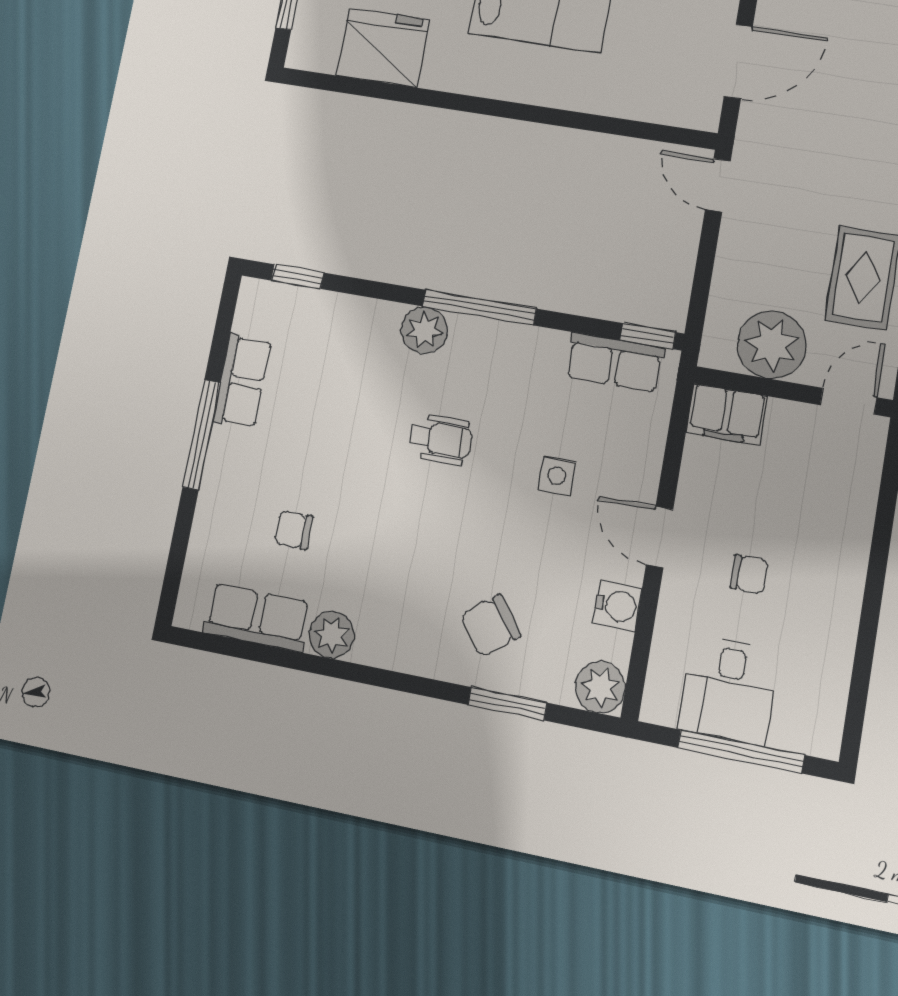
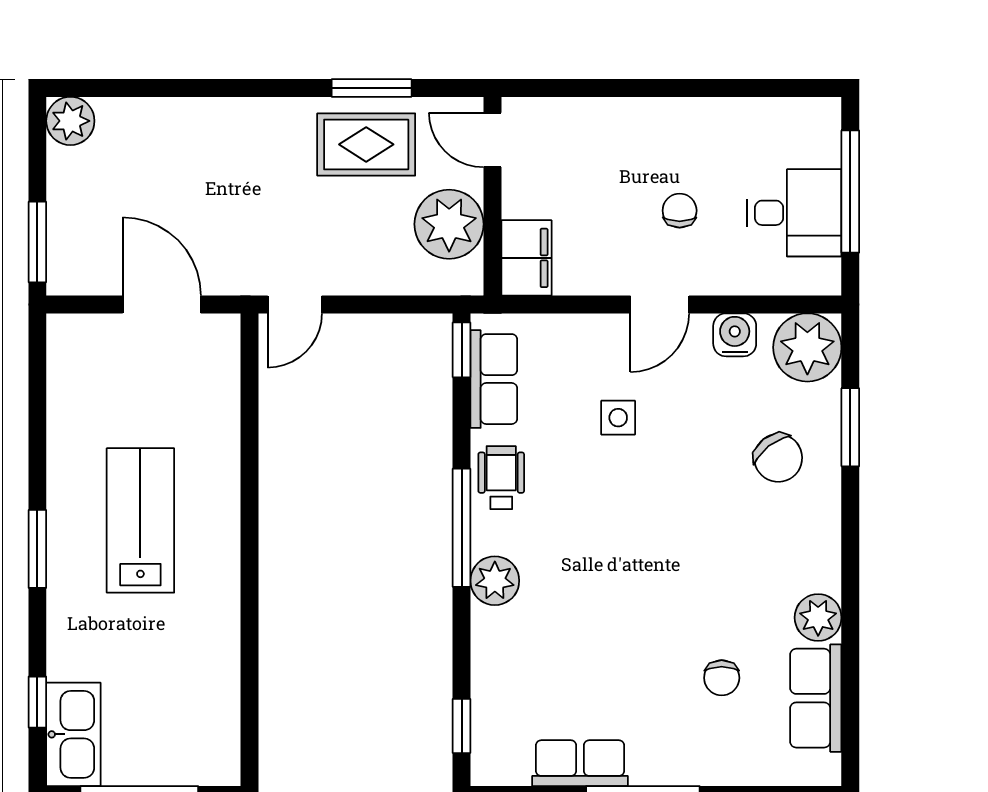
fridge: (383, 48) -> (203, 682), removed
wheelchair: (441, 439) -> (501, 478), moved
plant: (600, 687) -> (807, 347), width x1.36, depth x1.36

